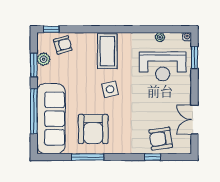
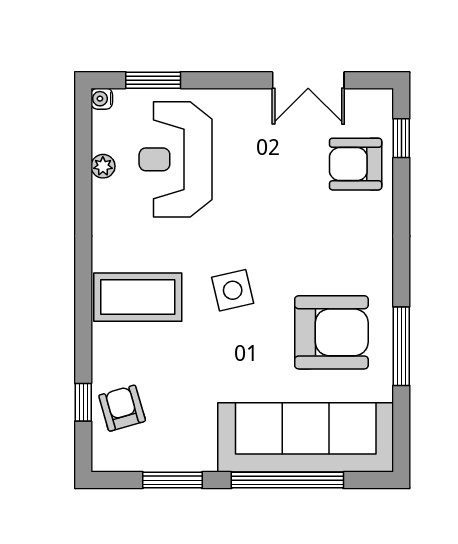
window: (51, 29) -> (83, 402), moved
plant: (44, 59) -> (158, 456), removed
reception desk: (163, 66) -> (175, 159), turned 180
armchair: (161, 139) -> (356, 164), turned 98
window: (153, 157) -> (401, 138), moved

